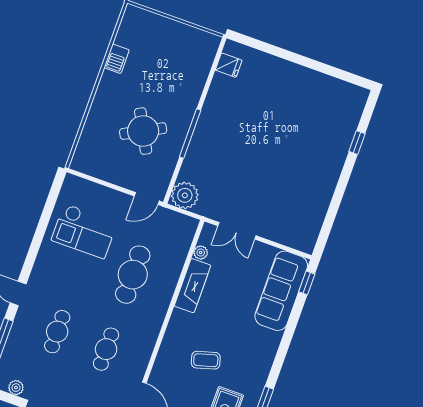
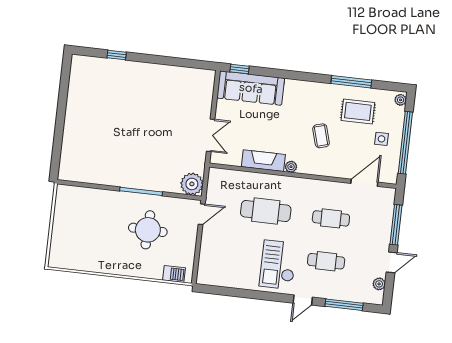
barbecue: (117, 59) -> (174, 274), moved
fridge: (229, 65) -> (78, 173), removed
round table: (143, 131) -> (148, 230), turned 30
door: (147, 198) -> (202, 214), hinge flipped
checkout: (84, 231) -> (278, 265), moved, turned 180
plant: (201, 253) -> (291, 167), moved

